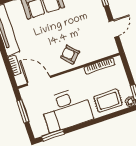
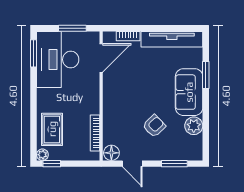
floor lamp: (111, 48) -> (111, 153), added
armchair: (70, 55) -> (154, 126), moved
desk: (67, 110) -> (58, 60), moved

